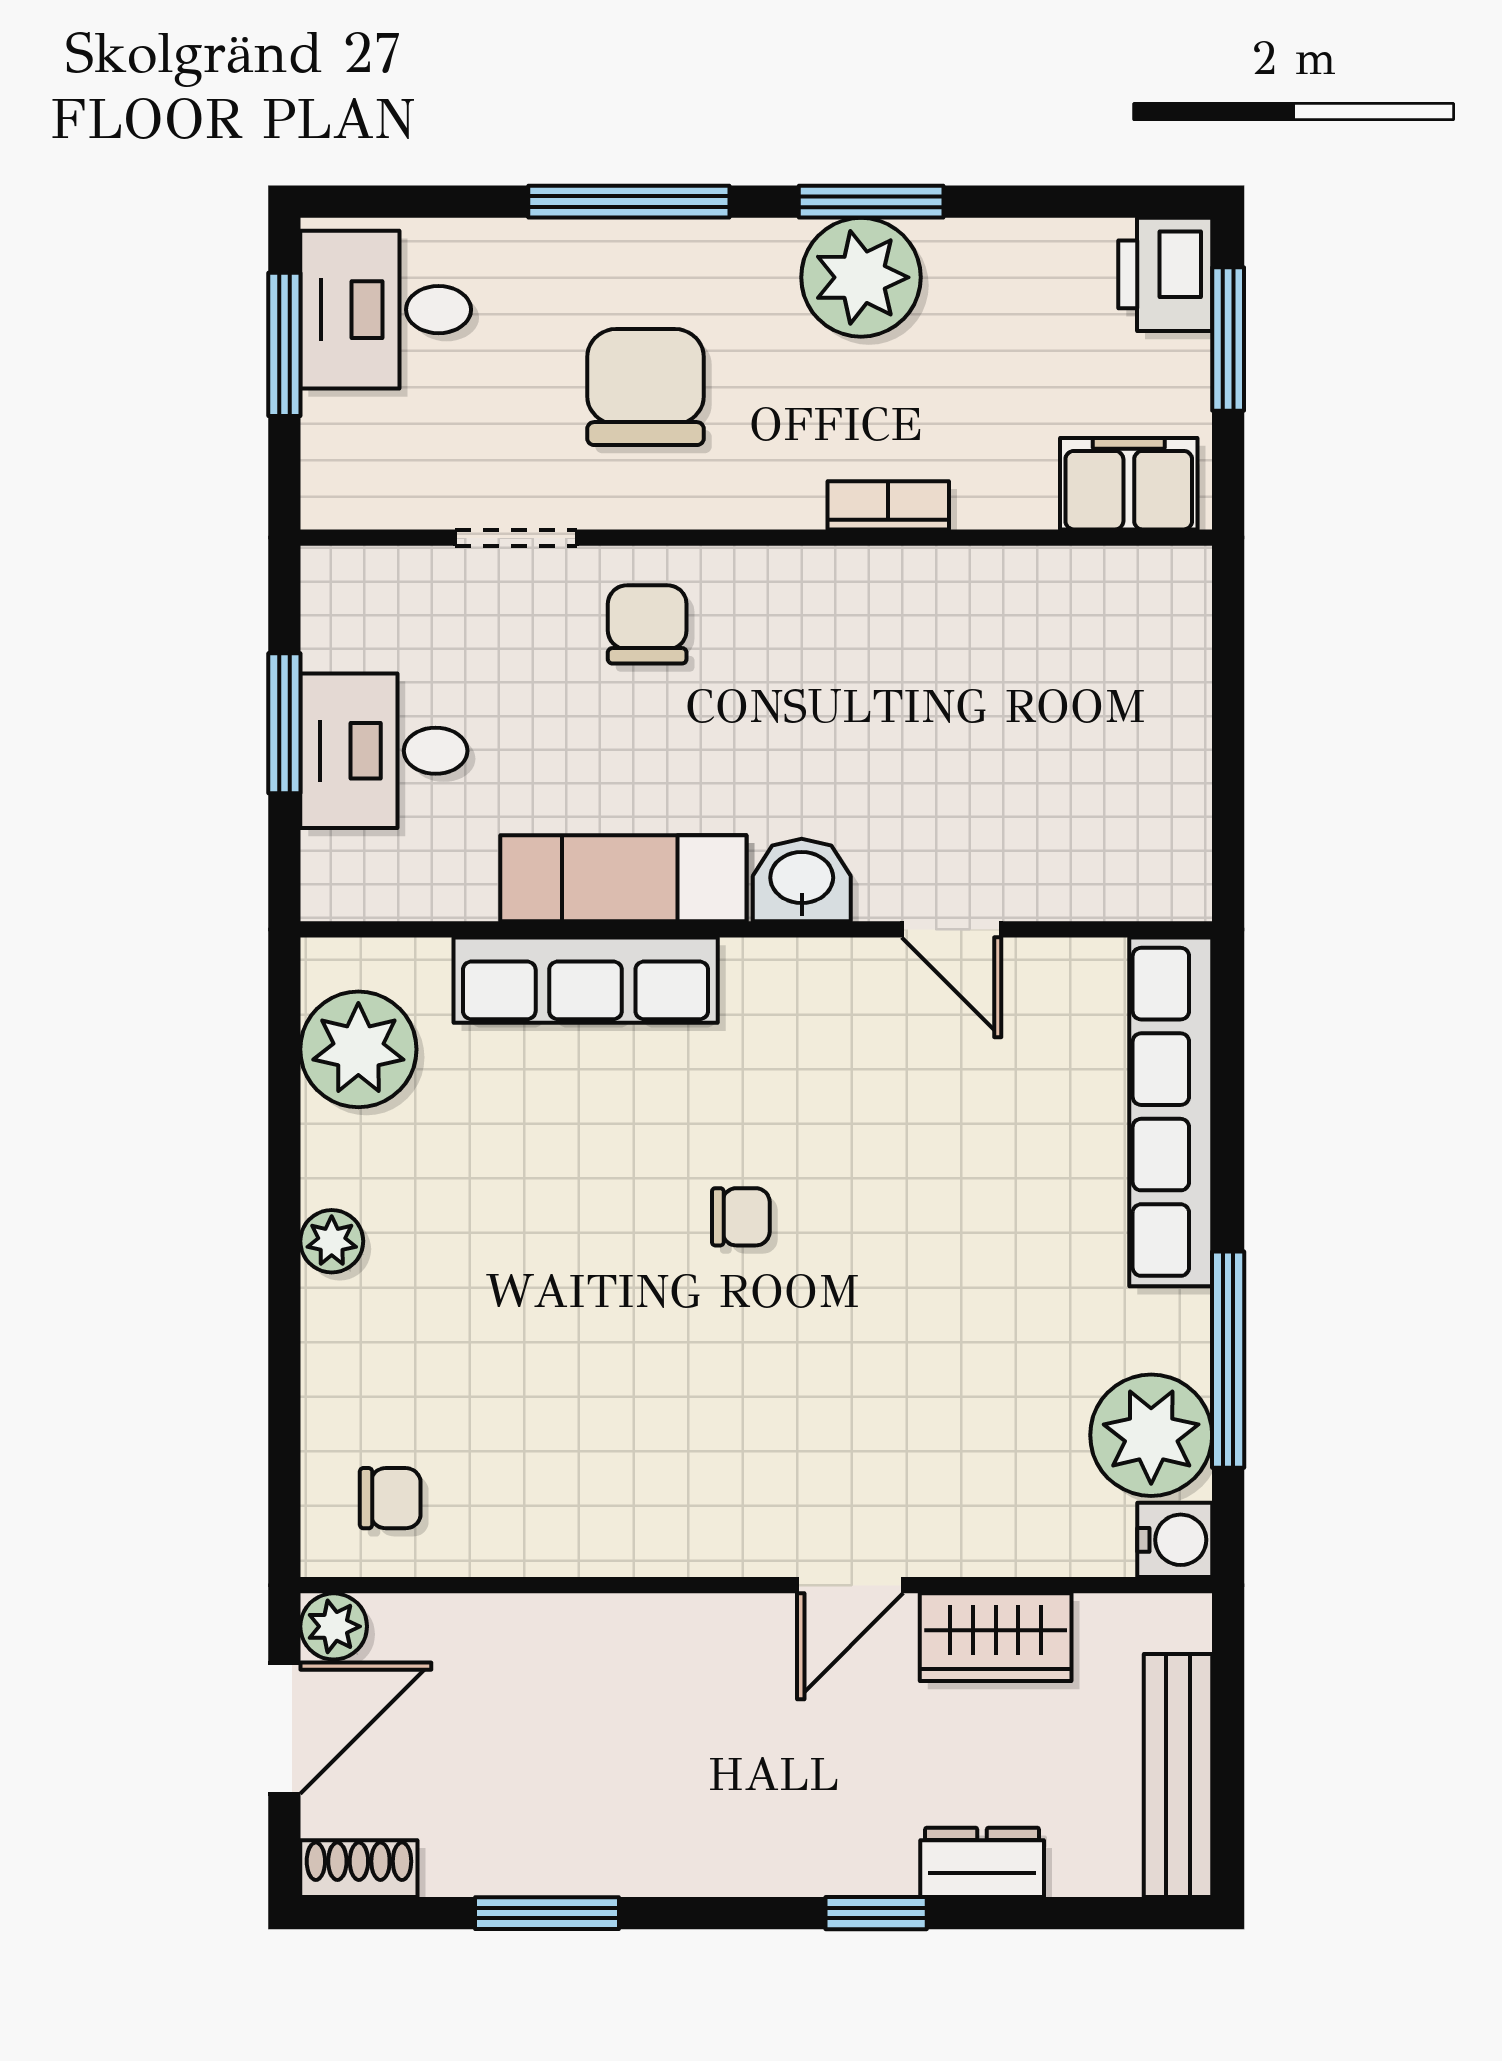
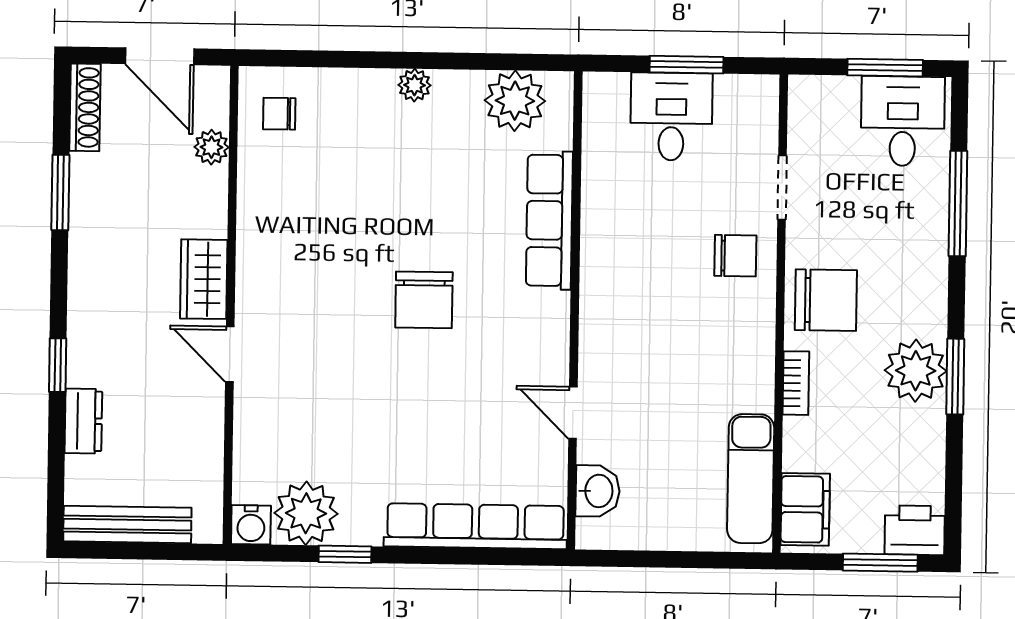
window: (629, 202) -> (958, 204), moved
chair: (645, 387) -> (826, 300), moved
exam couch: (623, 878) -> (751, 479), moved, turned 180
washbasin: (802, 880) -> (598, 491), moved
door: (952, 929) -> (573, 413), hinge flipped
chair: (741, 1217) -> (424, 300), width x1.87, depth x1.87
window: (1228, 1360) -> (345, 554), width x0.46
chair: (390, 1498) -> (279, 114), turned 90
plant: (334, 1626) -> (211, 147), moved
wardrobe: (996, 1637) -> (204, 279), moved
shoe rack: (359, 1869) -> (85, 107), width x1.43

